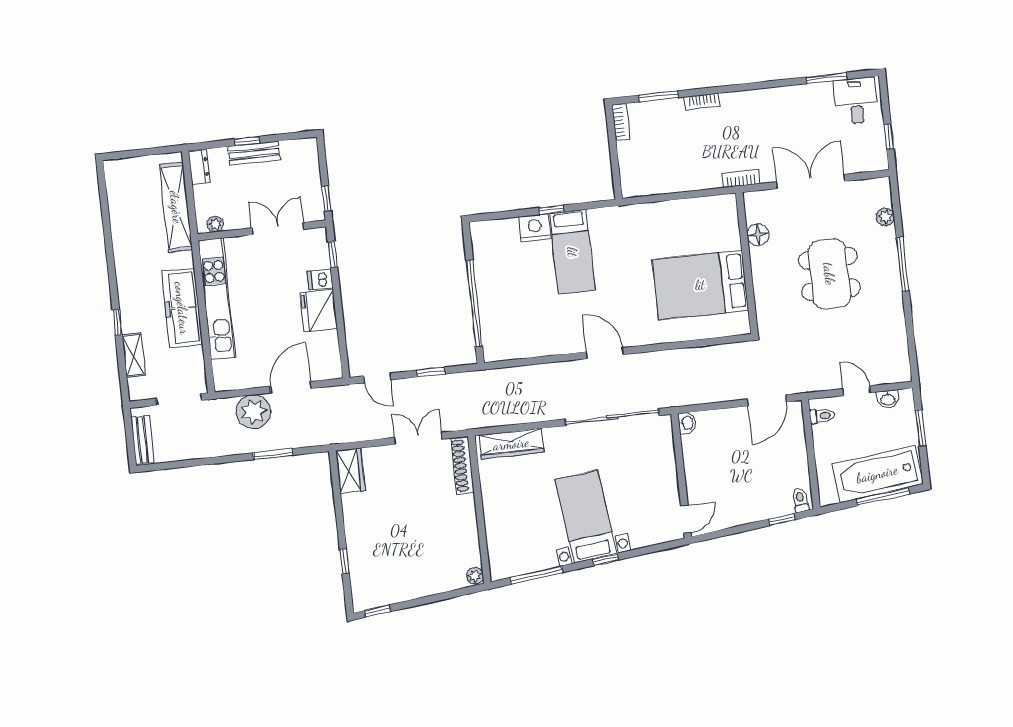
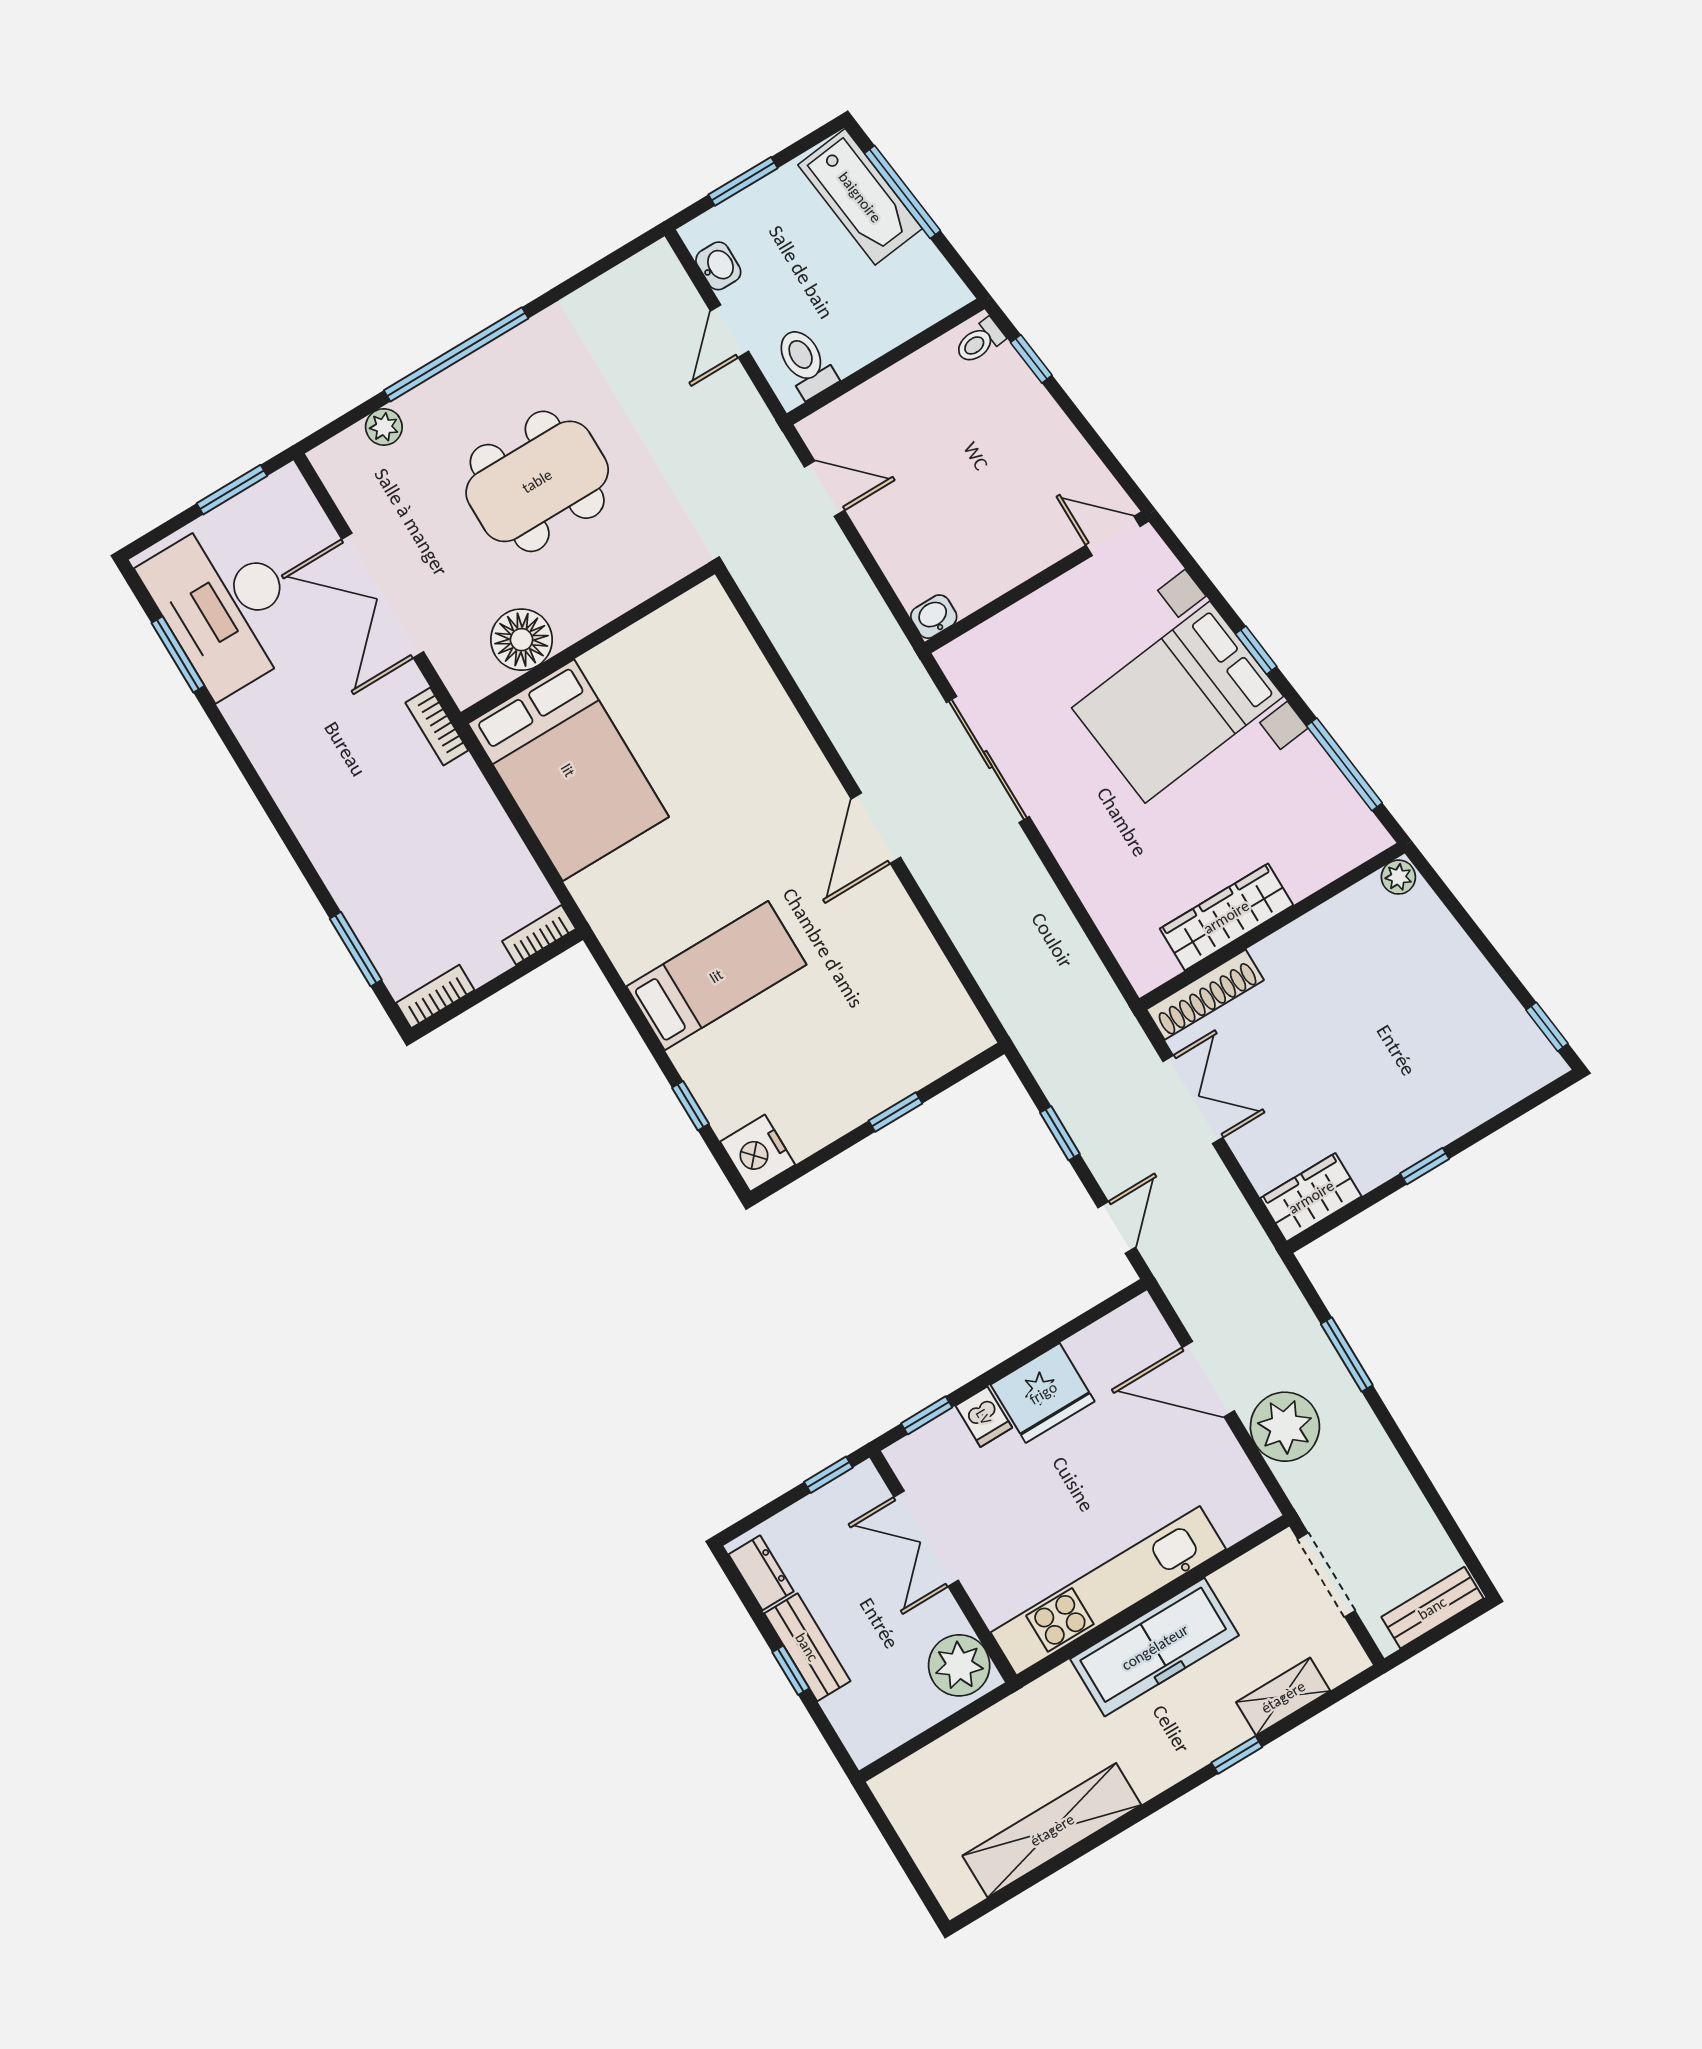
desk: (856, 101) -> (225, 606), width x1.87, depth x1.30
bookcase: (702, 102) -> (539, 935), moved, turned -90
window: (889, 136) -> (232, 490), width x1.50
dresser: (199, 167) -> (761, 1573), moved, turned 90
shelving: (176, 207) -> (1052, 1830), moved
window: (551, 210) -> (691, 1106), moved
plant: (215, 224) -> (959, 1665), width x1.88, depth x1.88
nightstand: (535, 228) -> (758, 1153), moved
floor lamp: (758, 235) -> (522, 640), width x1.38, depth x1.38
window: (903, 264) -> (456, 354), width x1.46
bed: (700, 285) -> (568, 770), moved
window: (474, 303) -> (895, 1112), width x0.32
door: (767, 400) -> (824, 489), width x0.73
toilet: (822, 416) -> (805, 363), width x1.37, depth x1.39
sliding door: (612, 417) -> (988, 760), width x0.73
double door: (418, 438) -> (1193, 1099), swing flipped
wardrobe: (511, 444) -> (1226, 917), moved, turned -90
bathtub: (877, 474) -> (860, 197), width x0.73, depth x0.73
bed with nightstands: (586, 517) -> (1177, 702), width x1.36
window: (344, 561) -> (1425, 1166), moved

